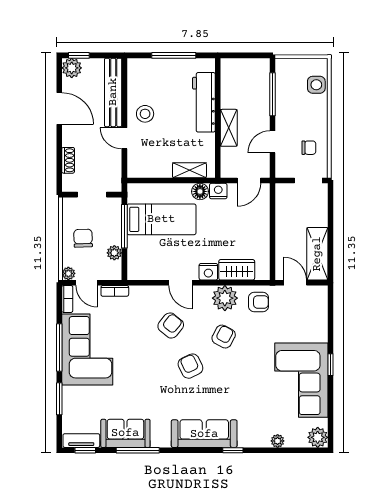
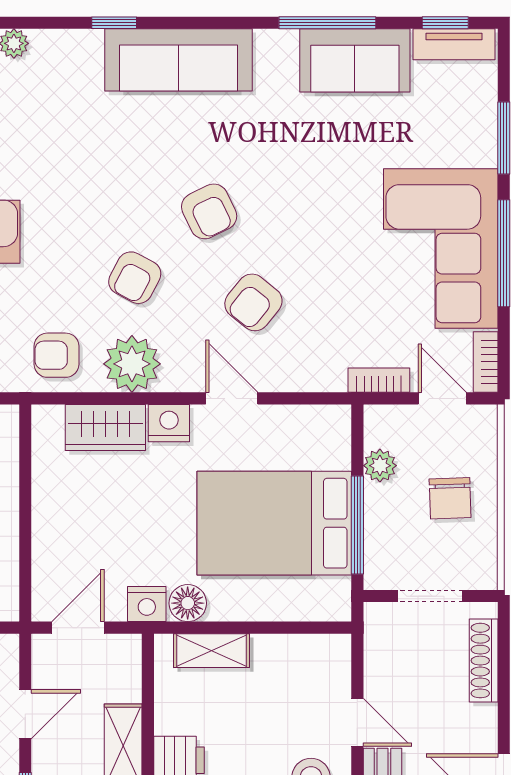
shoe rack: (68, 160) -> (484, 661), width x1.43
bed: (161, 219) -> (274, 523), width x1.50
plant: (68, 273) -> (483, 419), removed

